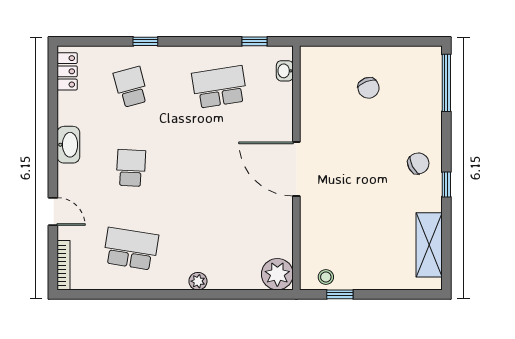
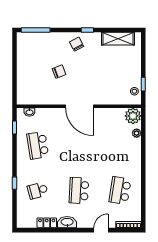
locker: (67, 71) -> (47, 223), moved
chair: (368, 88) -> (59, 72), moved
school desk: (131, 168) -> (79, 190), width x1.85
door: (296, 169) -> (79, 106), hinge flipped
plant: (198, 281) -> (137, 133), moved

